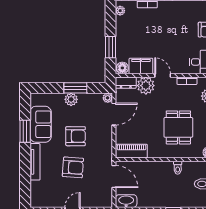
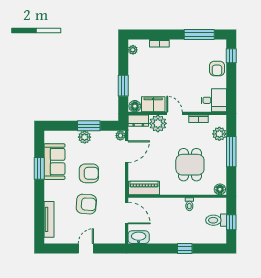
tv unit: (35, 162) -> (49, 219), moved

